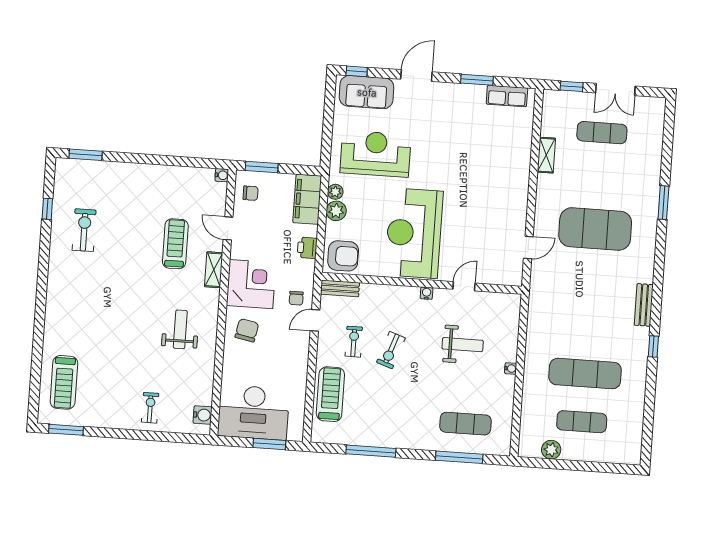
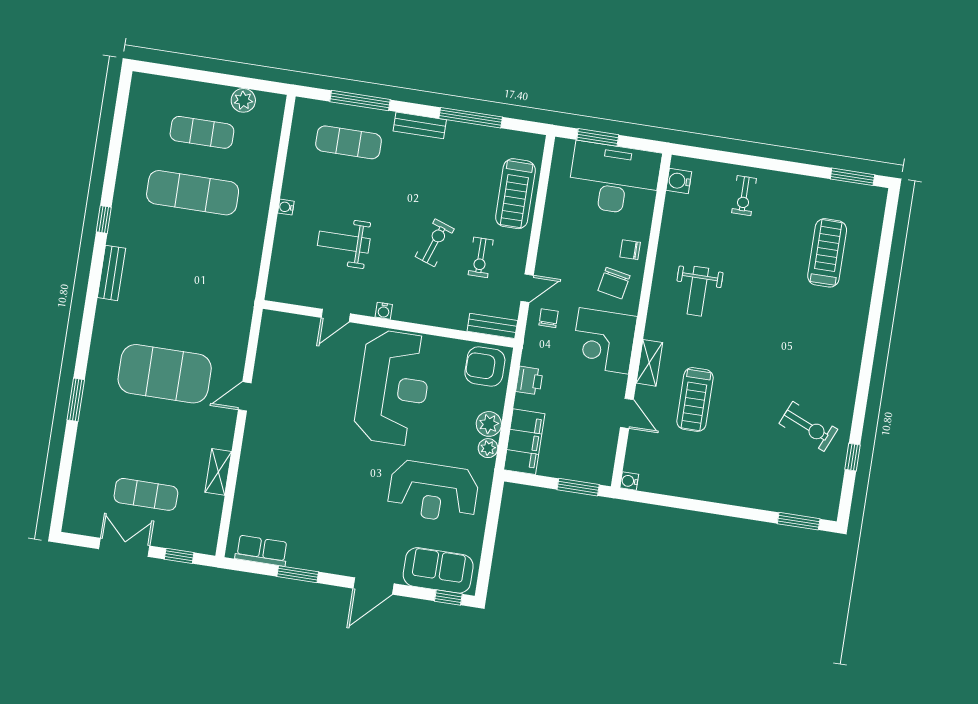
chair: (251, 193) -> (630, 250), moved
exercise bike: (84, 230) -> (808, 426), turned -67
door: (528, 247) -> (245, 396), moved
treadmill: (64, 382) -> (827, 253), moved
bench: (410, 442) -> (420, 125), added

